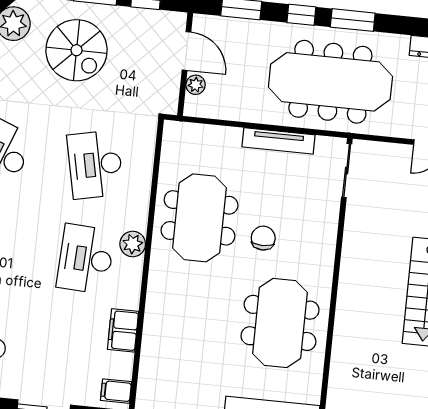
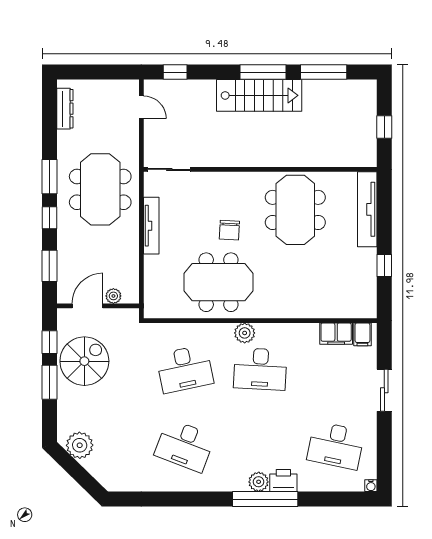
spiral stairs: (77, 50) -> (84, 361), moved
meeting table: (330, 82) -> (100, 189), width x0.73
chair: (263, 238) -> (229, 230), turned -87
meeting table: (280, 323) -> (295, 210), turned 90
filing cabinet: (123, 330) -> (336, 334), moved

